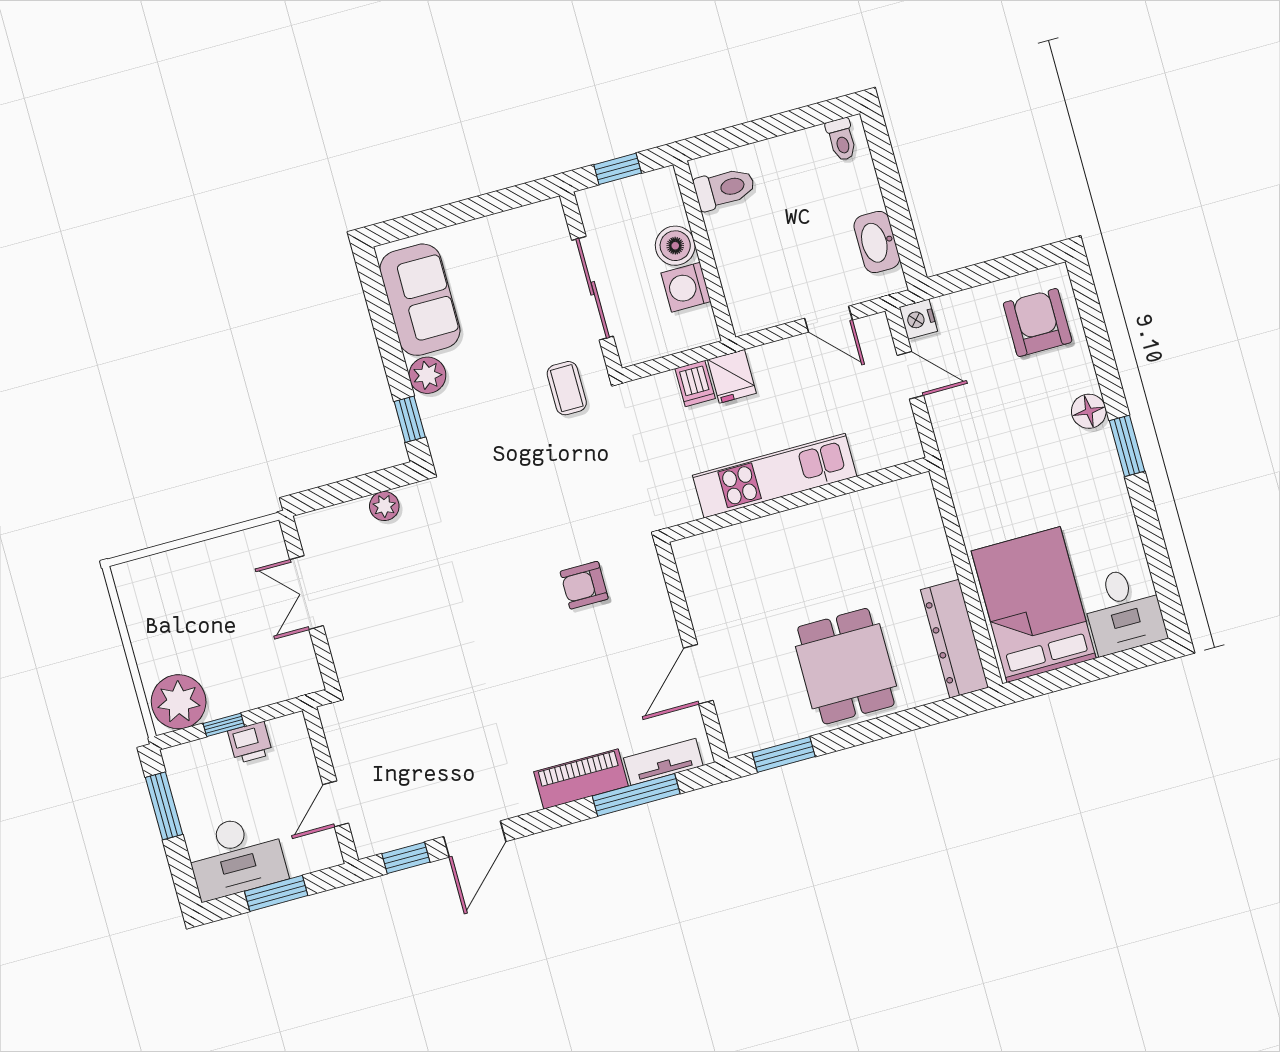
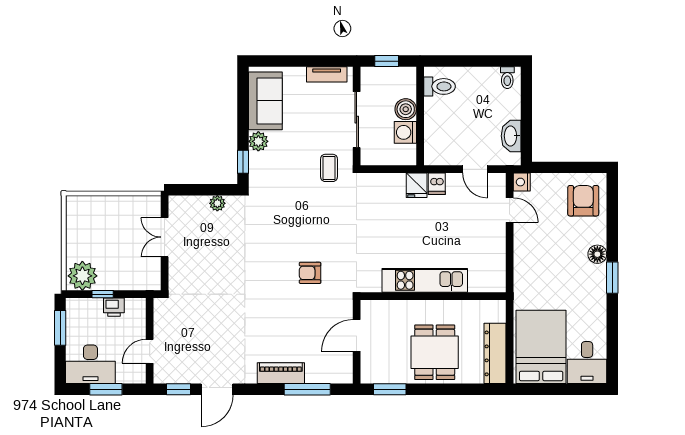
dishwasher: (695, 384) -> (437, 184), moved
kitchen unit: (775, 476) -> (425, 280), moved
wall: (797, 500) -> (433, 296), moved
tv unit: (663, 762) -> (327, 74), moved, turned 180

